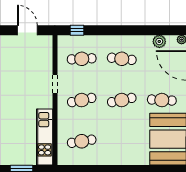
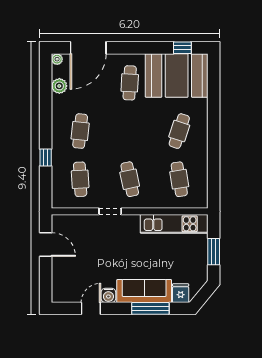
door: (27, 30) -> (46, 245), swing flipped
window: (77, 30) -> (46, 158), moved
cafe table: (122, 100) -> (179, 131), moved, turned 30

